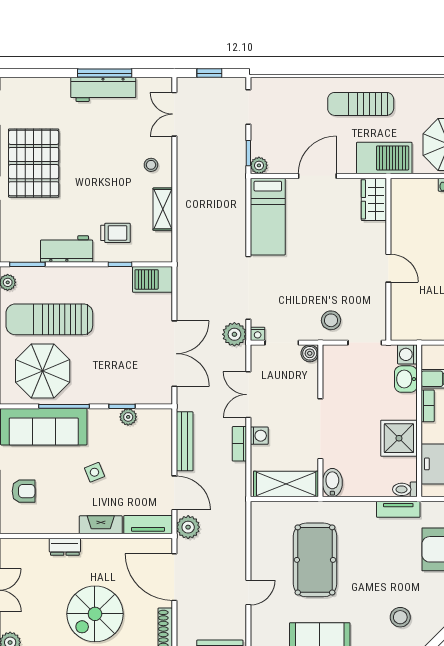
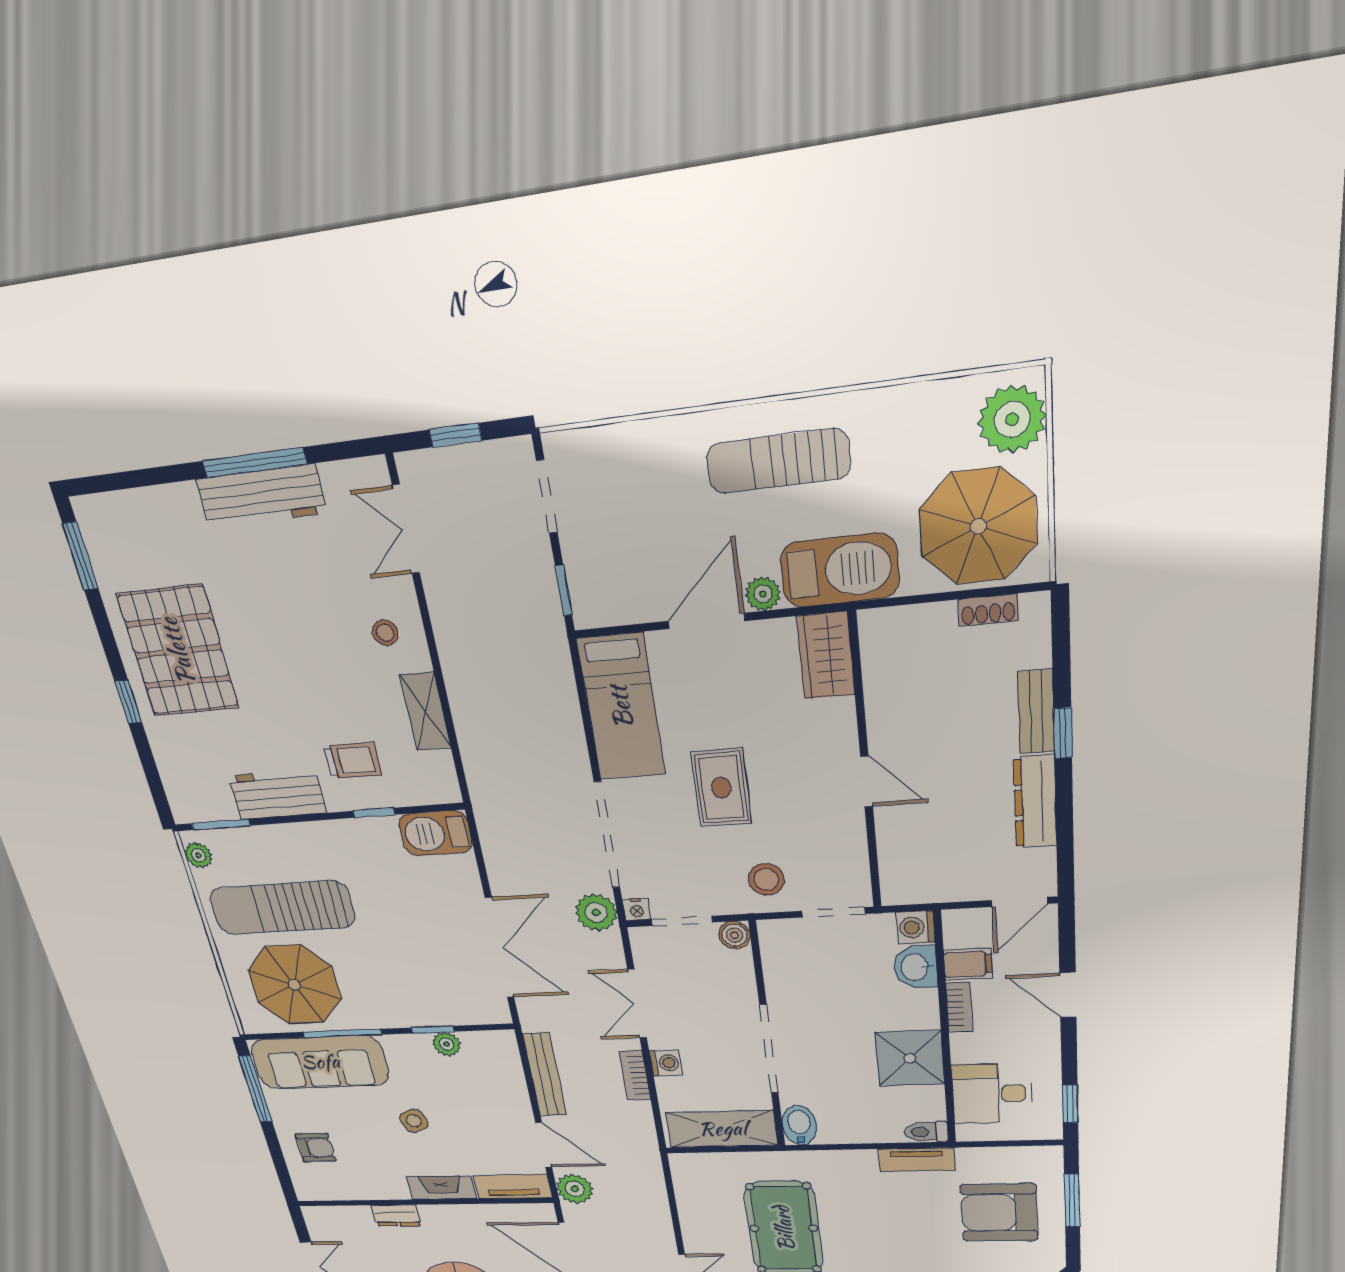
plant: (259, 165) -> (763, 594), moved
rug: (314, 265) -> (721, 788), added

